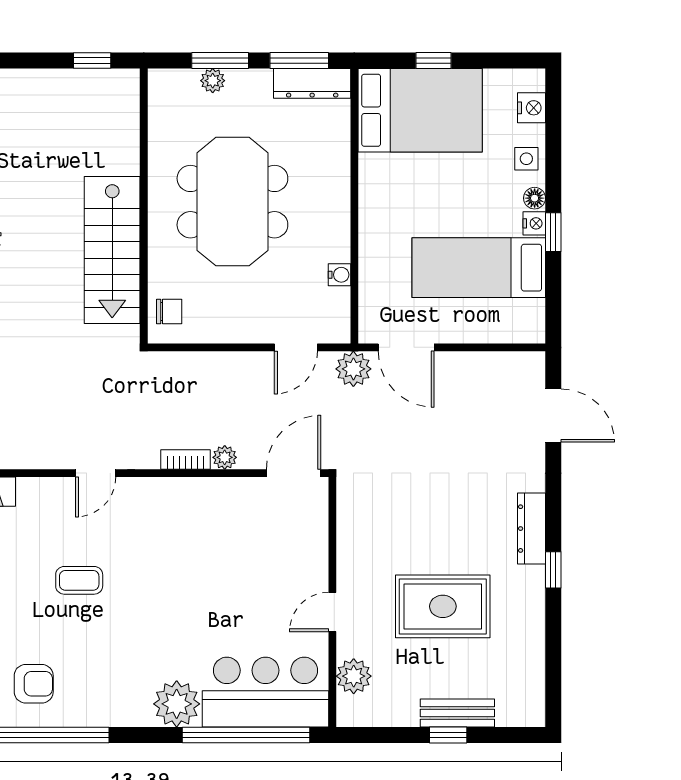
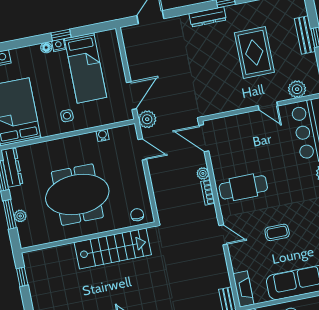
side table: (526, 159) -> (67, 116), moved
cafe table: (181, 532) -> (243, 187), added
coffee table: (79, 580) -> (277, 232), turned 90

